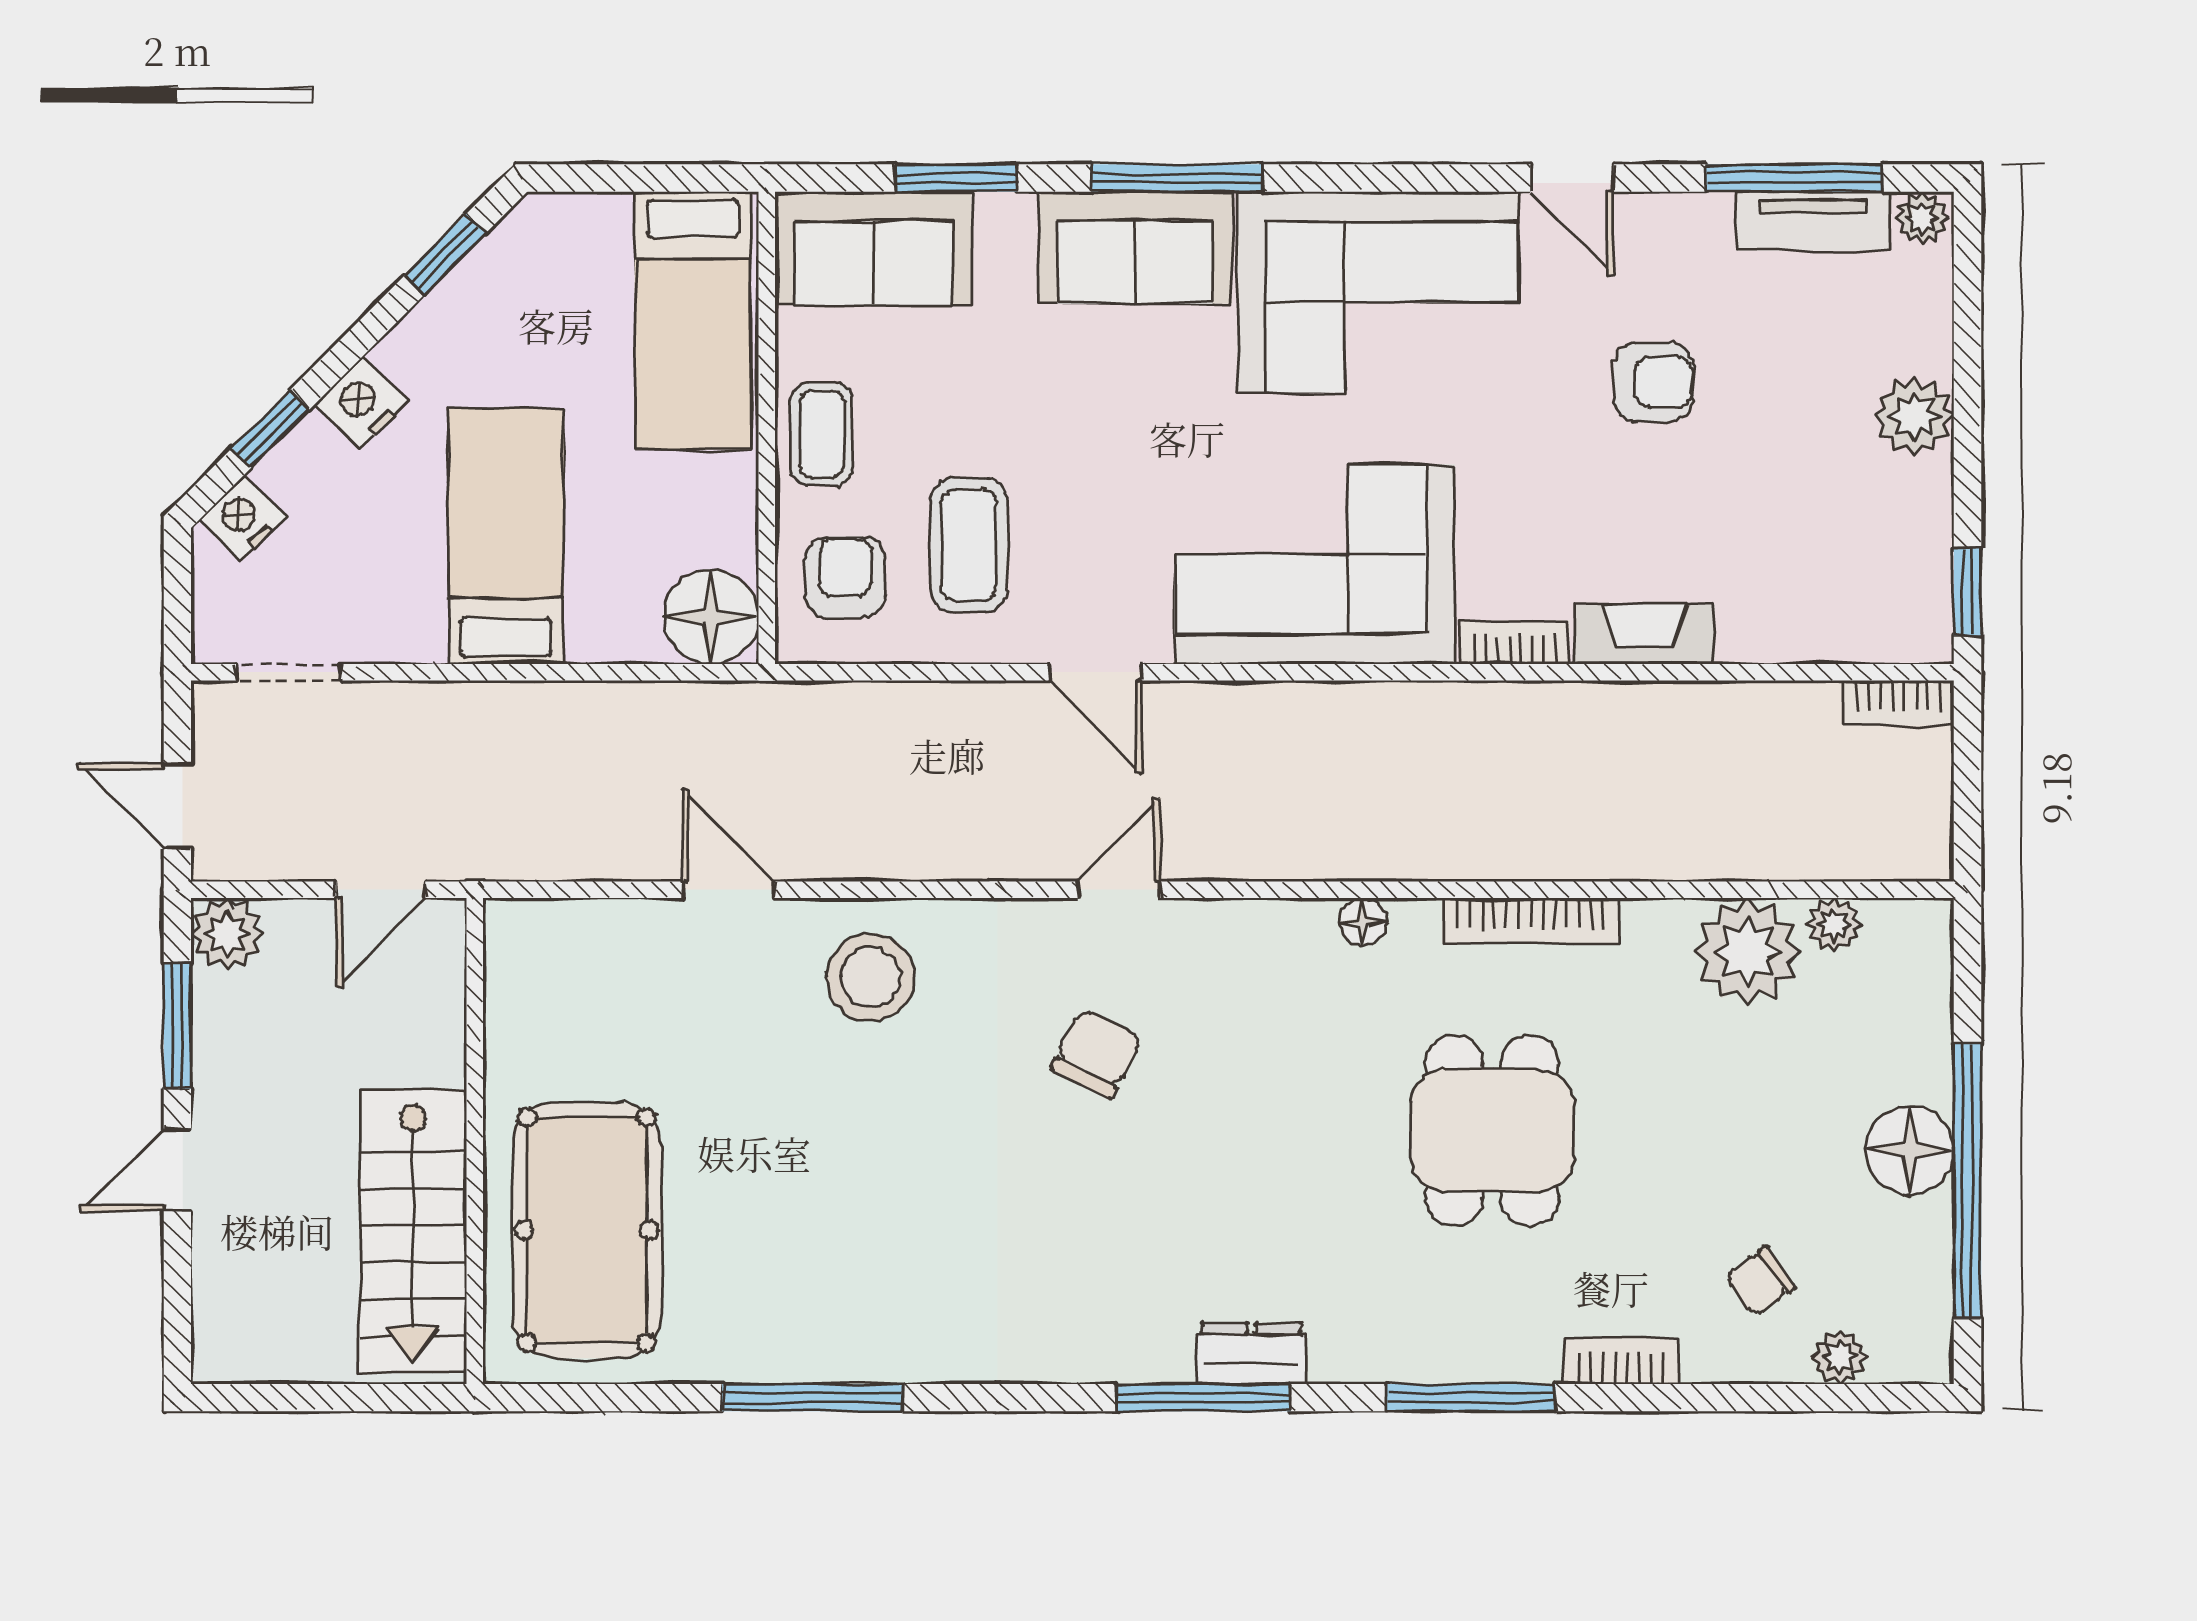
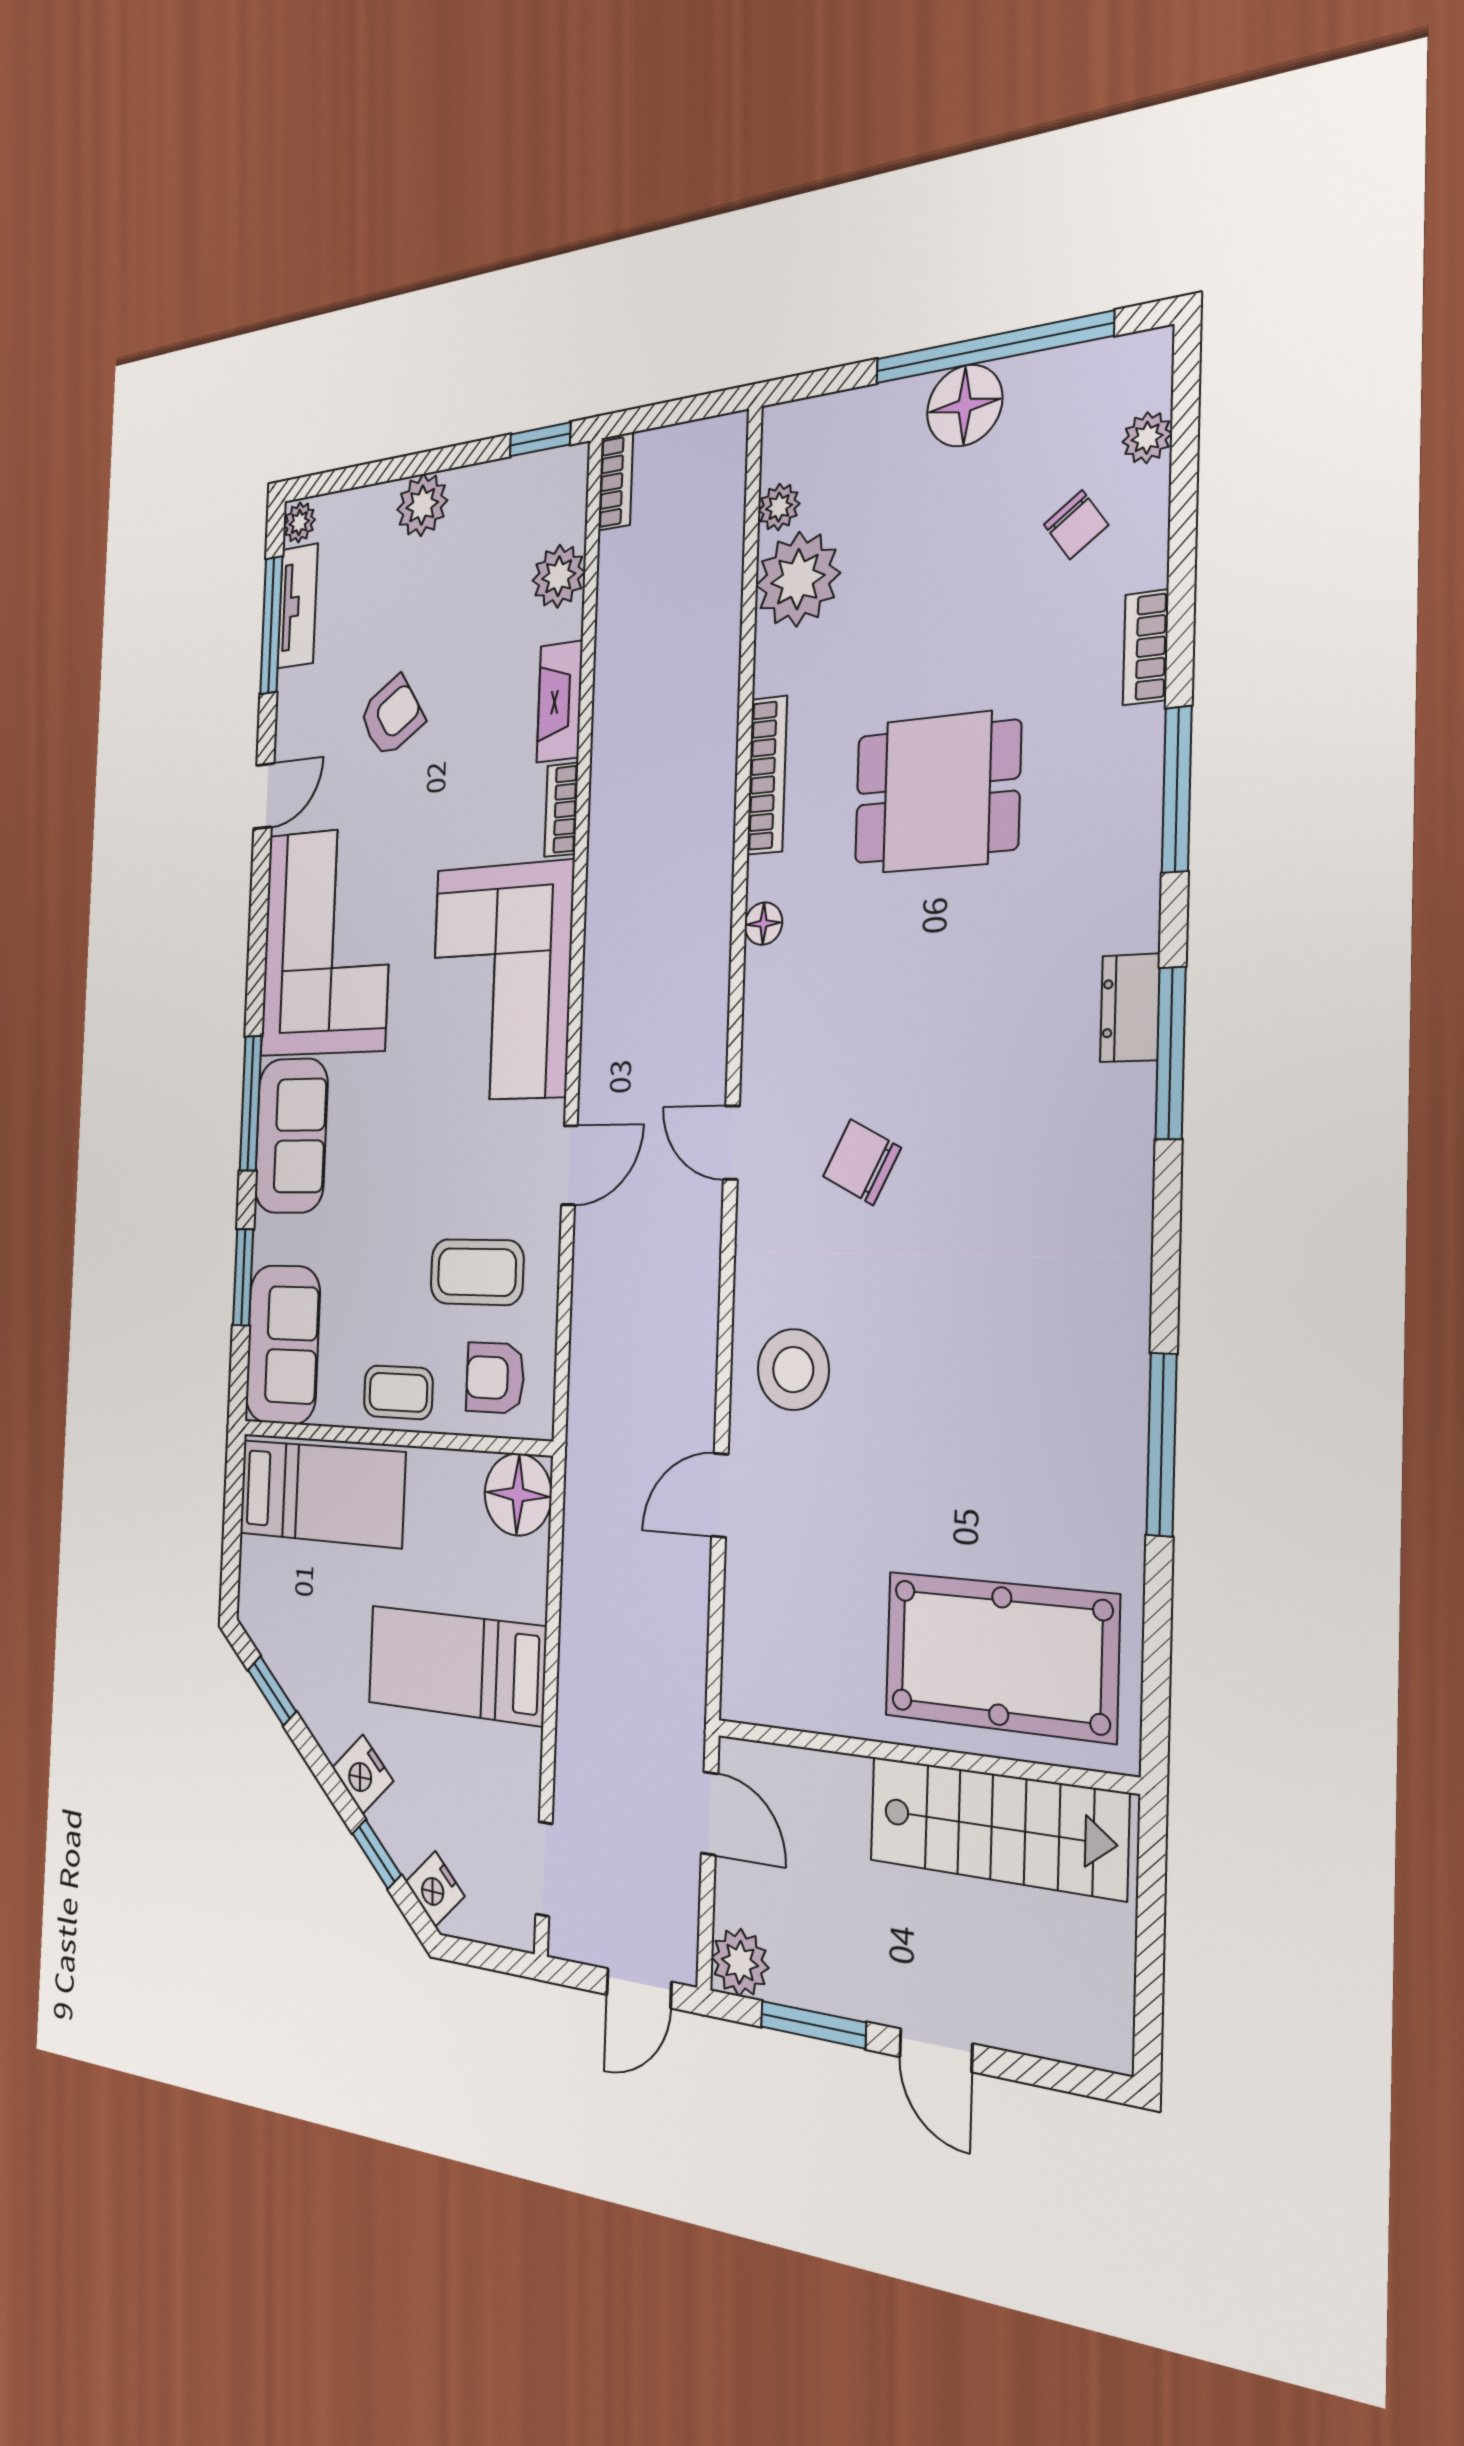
armchair: (1654, 382) -> (392, 716), turned 57
plant: (1796, 626) -> (559, 576), added

